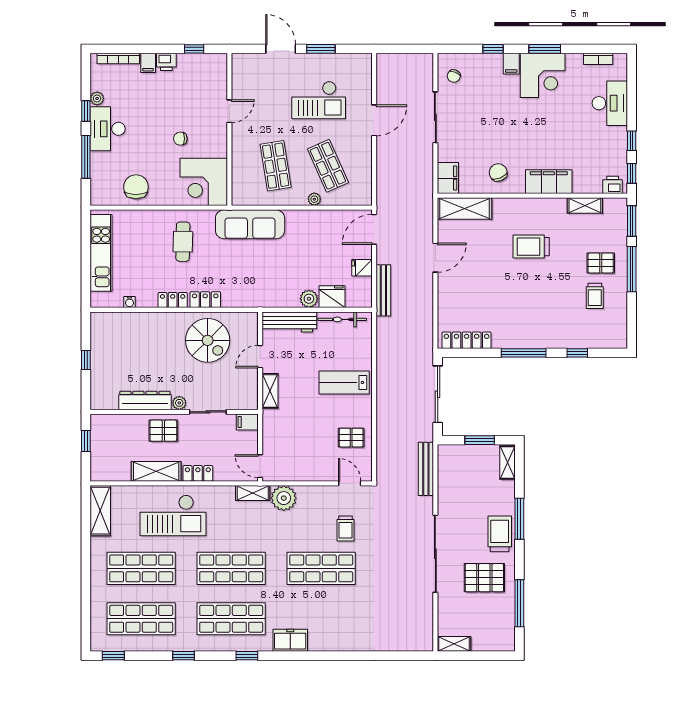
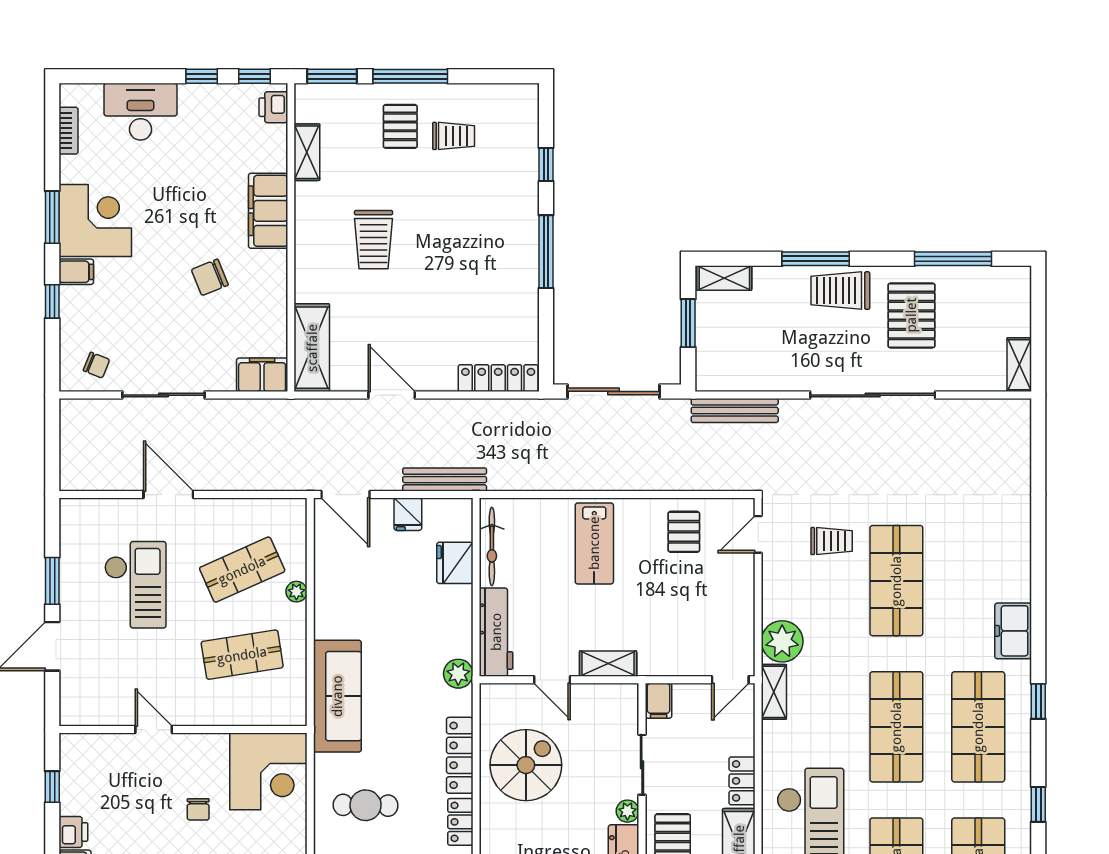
chair: (498, 173) -> (210, 277), moved
plant: (309, 299) -> (458, 674), moved
locker: (205, 300) -> (460, 755), width x1.53
locker: (467, 340) -> (498, 378), moved, turned 90

